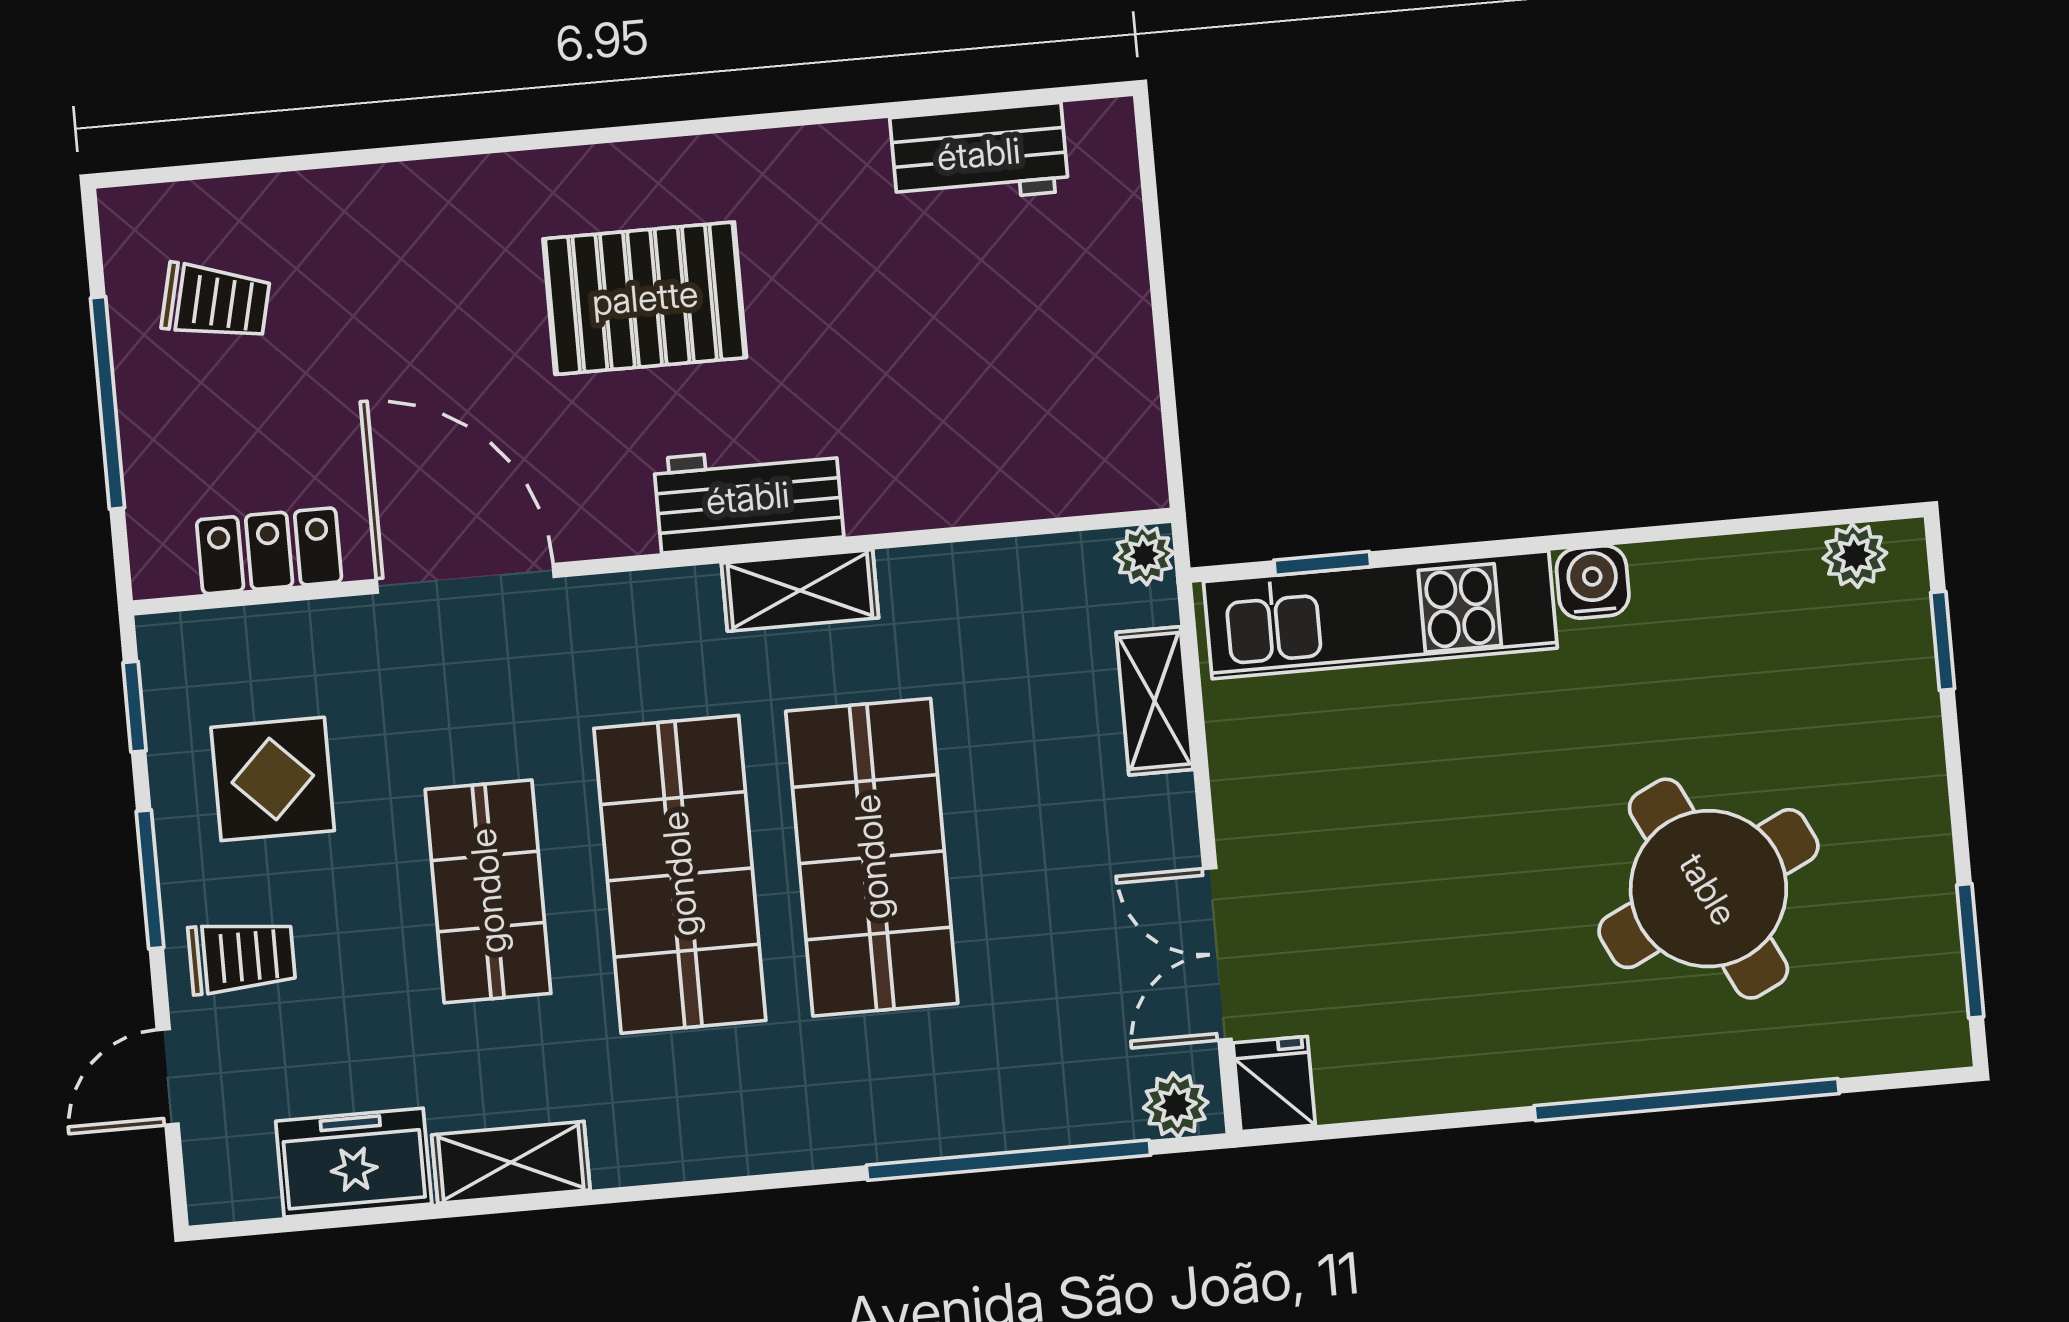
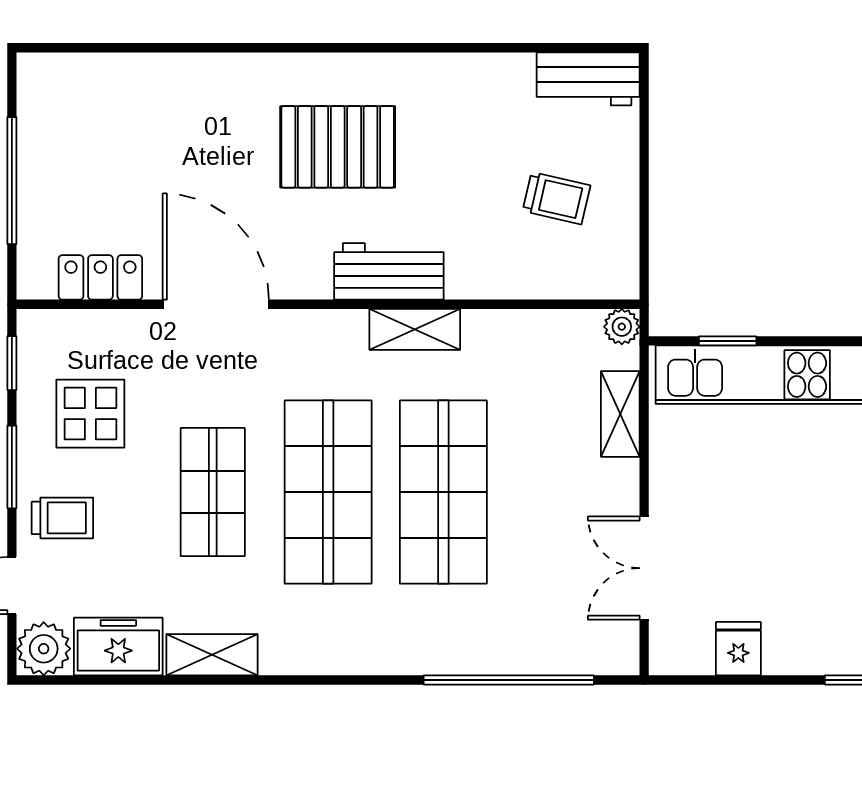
workbench: (979, 154) -> (588, 79), moved
trolley: (216, 302) -> (556, 198), moved
fridge: (1274, 1084) -> (738, 649), moved
plant: (1176, 1105) -> (44, 649), moved, width x1.38, depth x1.38

